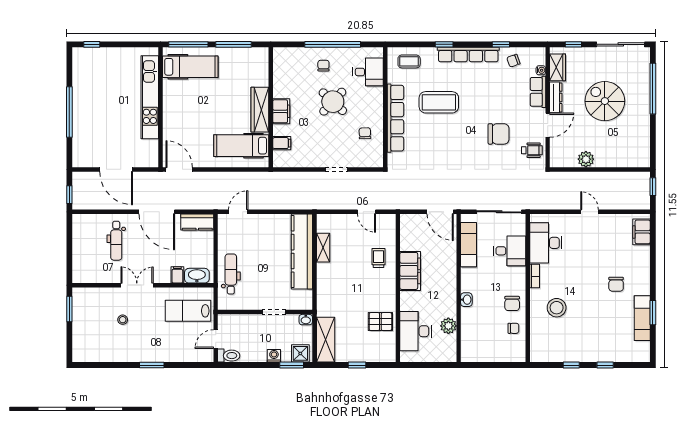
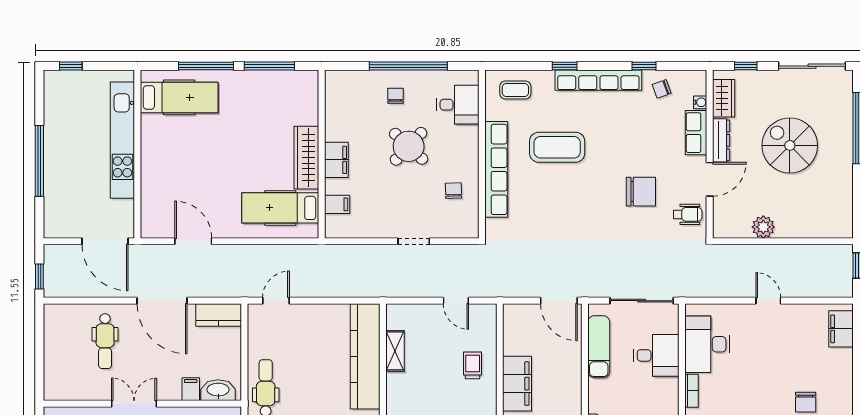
hospital bed: (190, 67) -> (179, 97), moved
kitchen unit: (150, 97) -> (122, 140), moved
wall: (161, 107) -> (137, 154), moved

